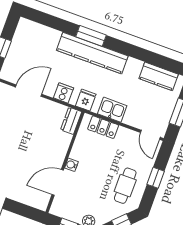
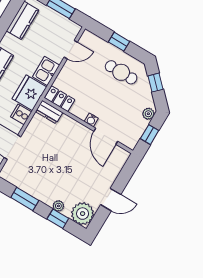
fridge: (86, 100) -> (29, 93), width x1.88, depth x1.34
locker: (103, 127) -> (60, 99), moved, turned -90
door: (150, 135) -> (71, 50), moved

